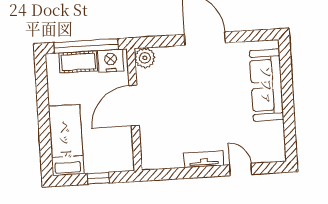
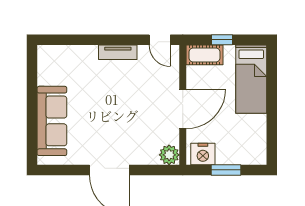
window: (86, 46) -> (226, 170), width x0.47
cot: (78, 62) -> (204, 55), moved
door: (241, 170) -> (160, 40), moved

